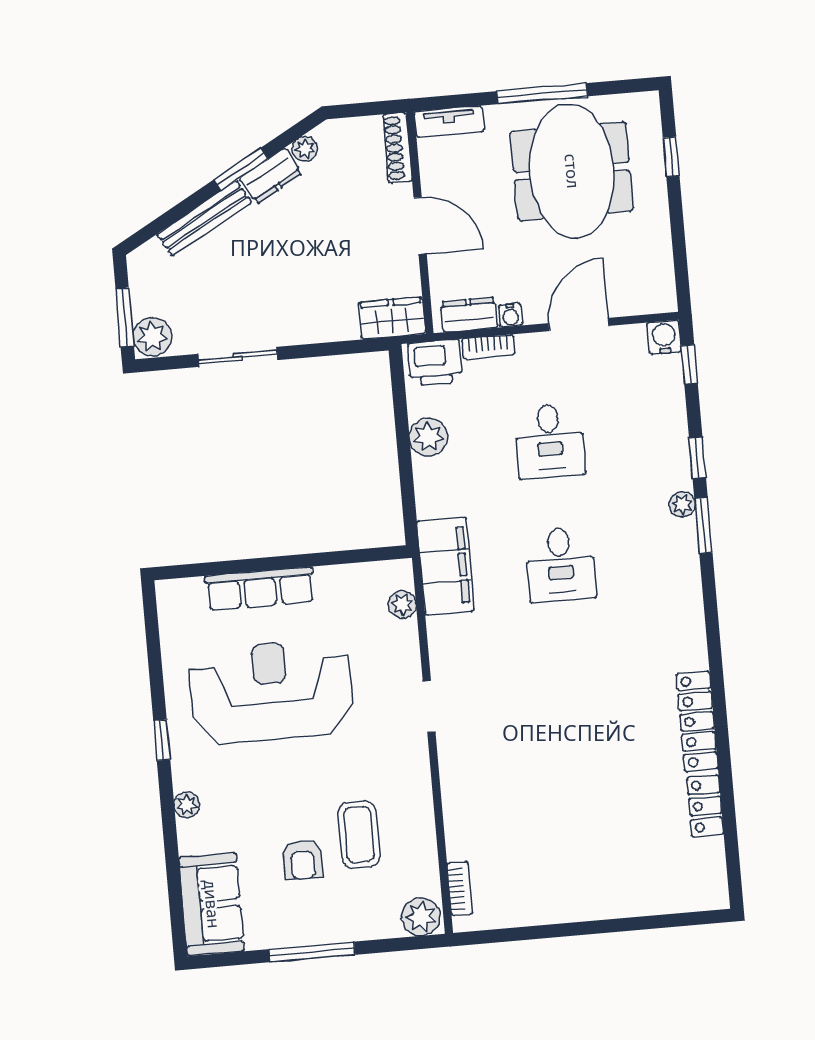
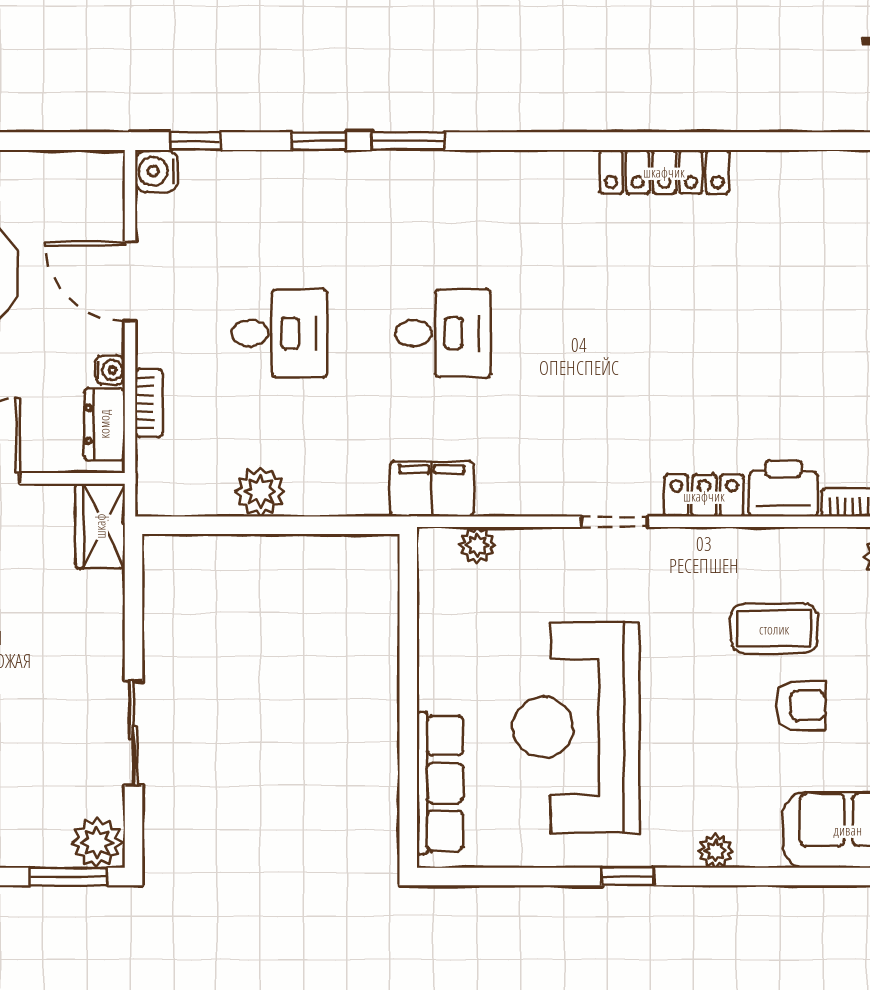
printer: (435, 363) -> (784, 488), moved, turned -90
plant: (682, 505) -> (378, 167), removed
filing cabinet: (446, 566) -> (432, 489), width x0.67, depth x0.86
row of seats: (260, 589) -> (440, 783), moved
locker: (705, 806) -> (704, 496), moved, turned 180

